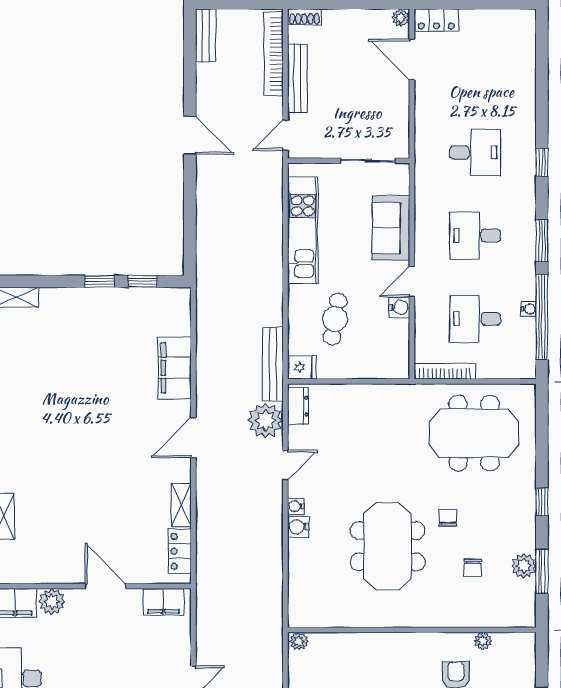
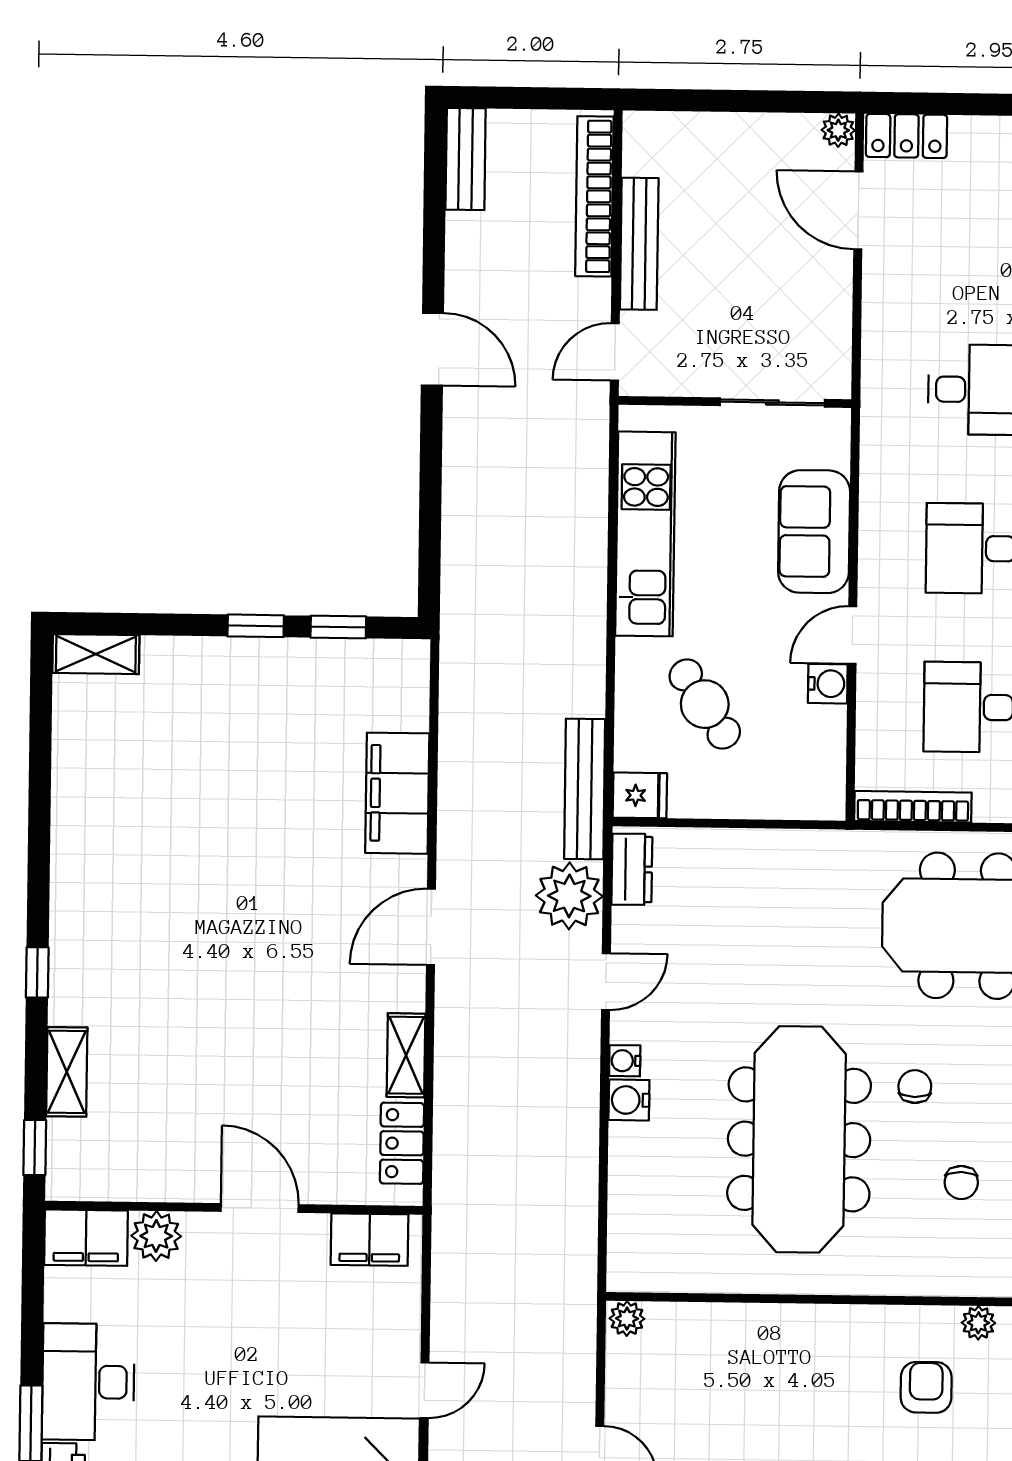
shoe rack: (304, 17) -> (654, 126), removed
cafe table: (335, 319) -> (705, 704), turned -44
meeting table: (388, 546) -> (799, 1139), width x1.36

